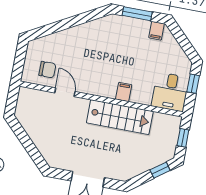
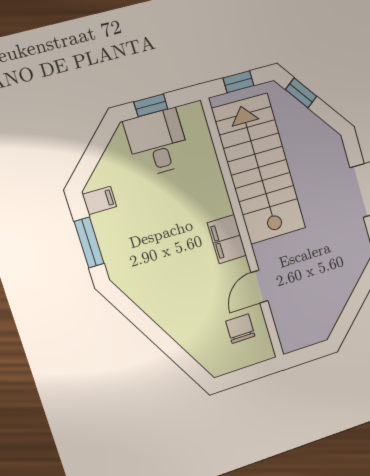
filing cabinet: (124, 92) -> (227, 239), moved, width x2.00
desk: (170, 92) -> (157, 143), moved, turned -90
stairs: (120, 117) -> (259, 169), width x1.36, depth x1.51

